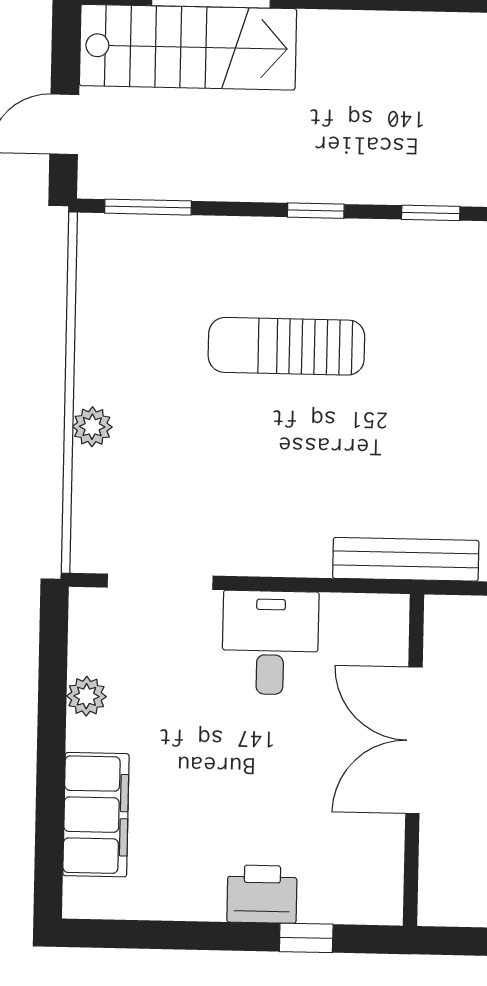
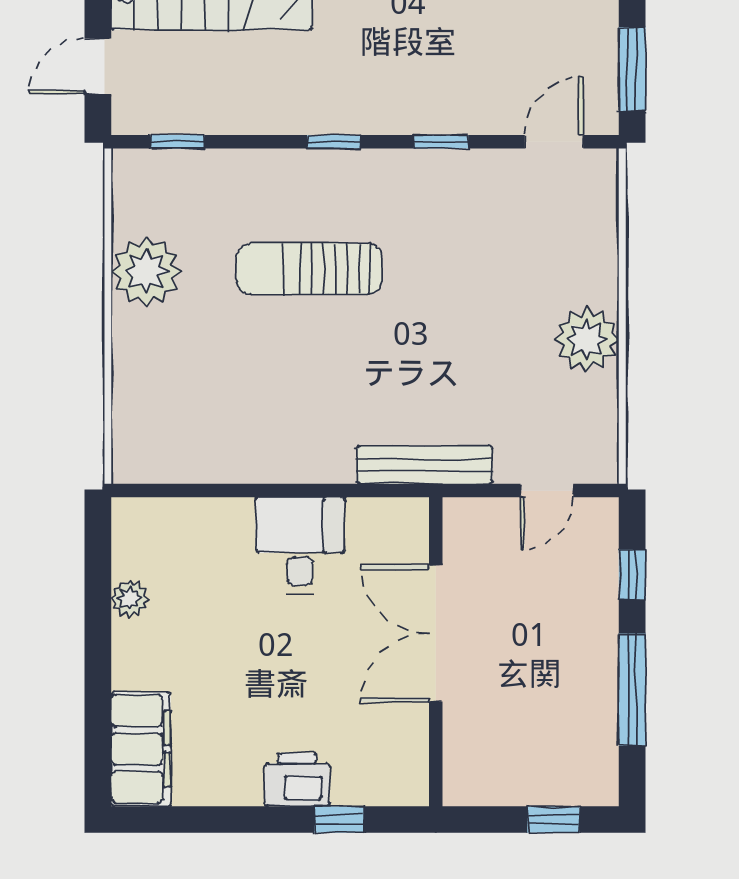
window: (148, 207) -> (178, 142), width x0.67
plant: (92, 427) -> (146, 271), moved, width x1.87, depth x1.87
doorway: (160, 582) -> (196, 491), removed
filing cabinet: (96, 815) -> (141, 749), moved

